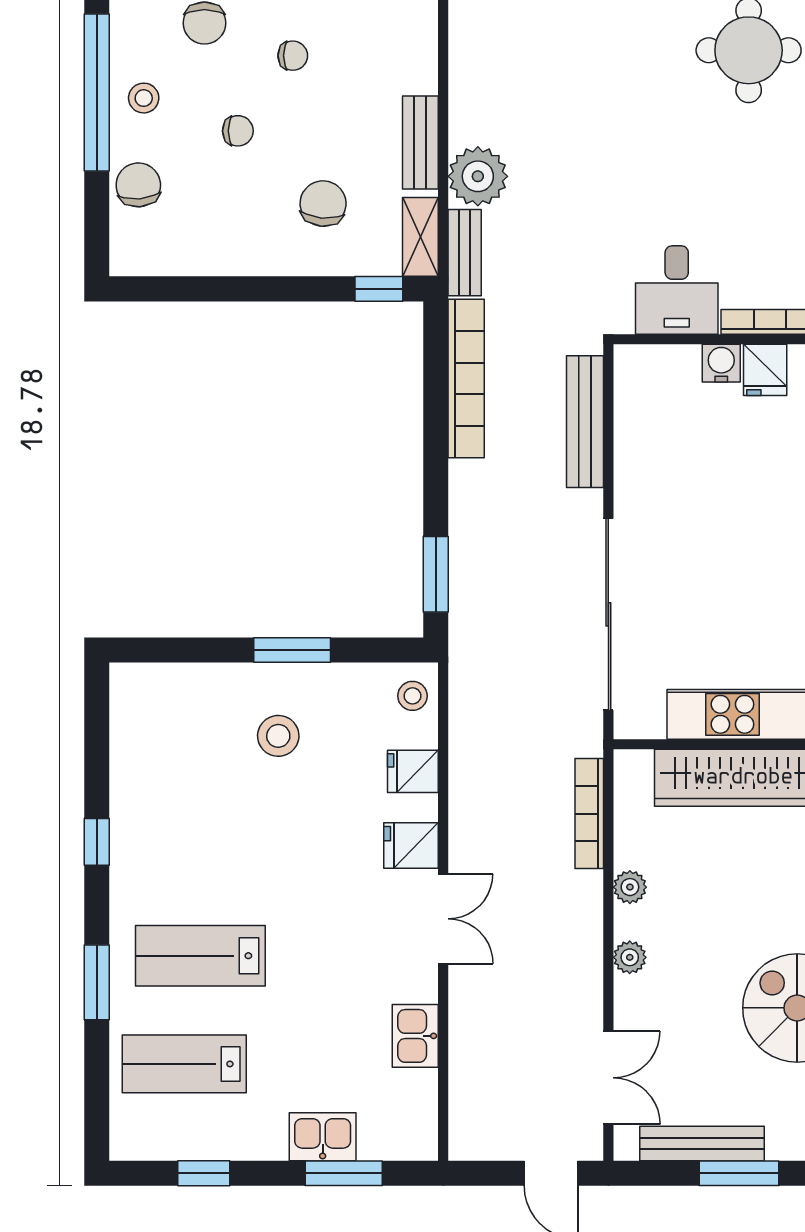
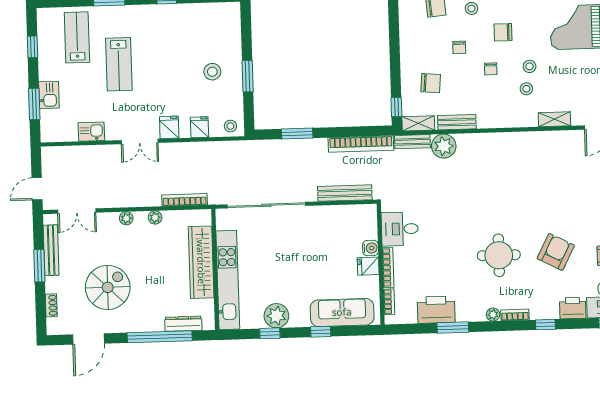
window: (436, 574) -> (297, 133), moved
lab bench: (200, 956) -> (119, 64), moved, turned 180

